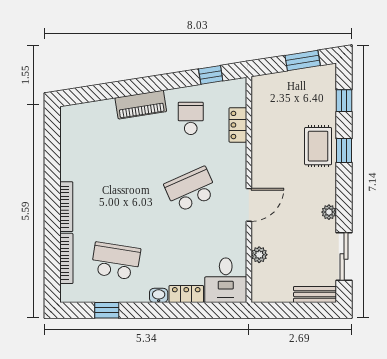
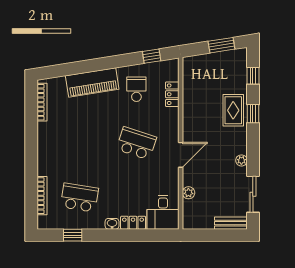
piano: (141, 105) -> (92, 83), width x1.37, depth x1.33
school desk: (191, 190) -> (136, 143), turned 42
bookcase: (66, 207) -> (42, 102), moved

